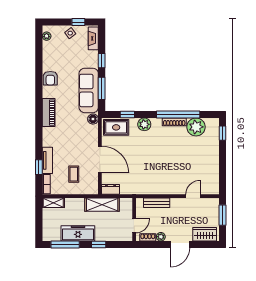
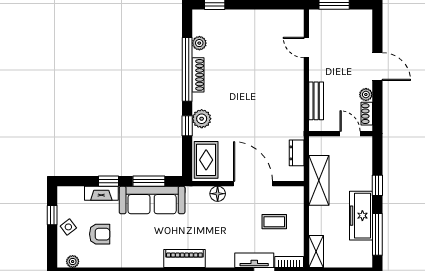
fireplace: (93, 38) -> (101, 193), moved
armchair: (50, 78) -> (100, 234), moved
window: (127, 114) -> (187, 126), moved
floor lamp: (93, 119) -> (218, 194), moved
plant: (196, 127) -> (199, 43), width x0.53, depth x0.53
door: (100, 159) -> (253, 184), hinge flipped
dresser: (111, 189) -> (297, 153), moved
wardrobe: (205, 234) -> (362, 31), removed

